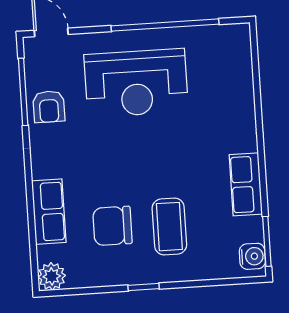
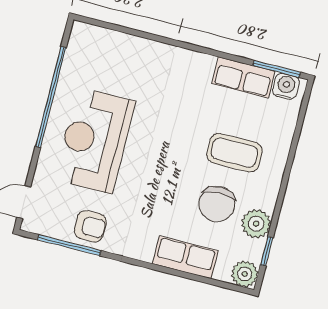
reception desk: (136, 83) -> (95, 140), turned 180
row of seats: (246, 184) -> (243, 77), moved
plant: (106, 271) -> (256, 224), added
window: (144, 287) -> (267, 251), moved

